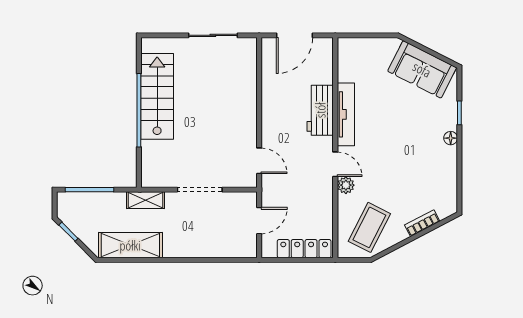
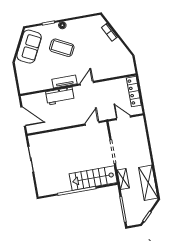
stairs: (157, 96) -> (93, 178), moved
tv unit: (346, 114) -> (64, 81), width x0.71
plant: (346, 185) -> (97, 76), removed
coffee table: (369, 227) -> (62, 48), moved

